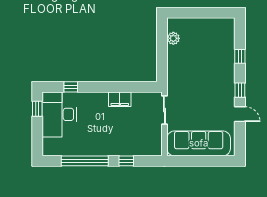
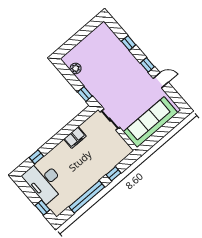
window: (162, 68) -> (85, 94), added
window: (37, 109) -> (43, 208), moved

